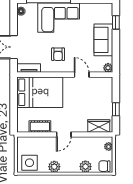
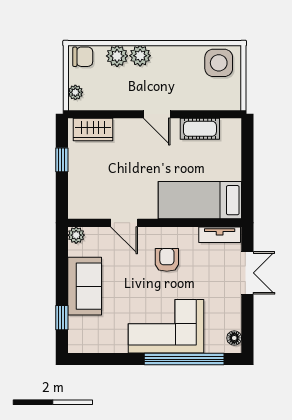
bed: (40, 92) -> (200, 200), width x0.67
door: (64, 134) -> (157, 114), swing flipped
plant: (54, 167) -> (140, 56), moved

